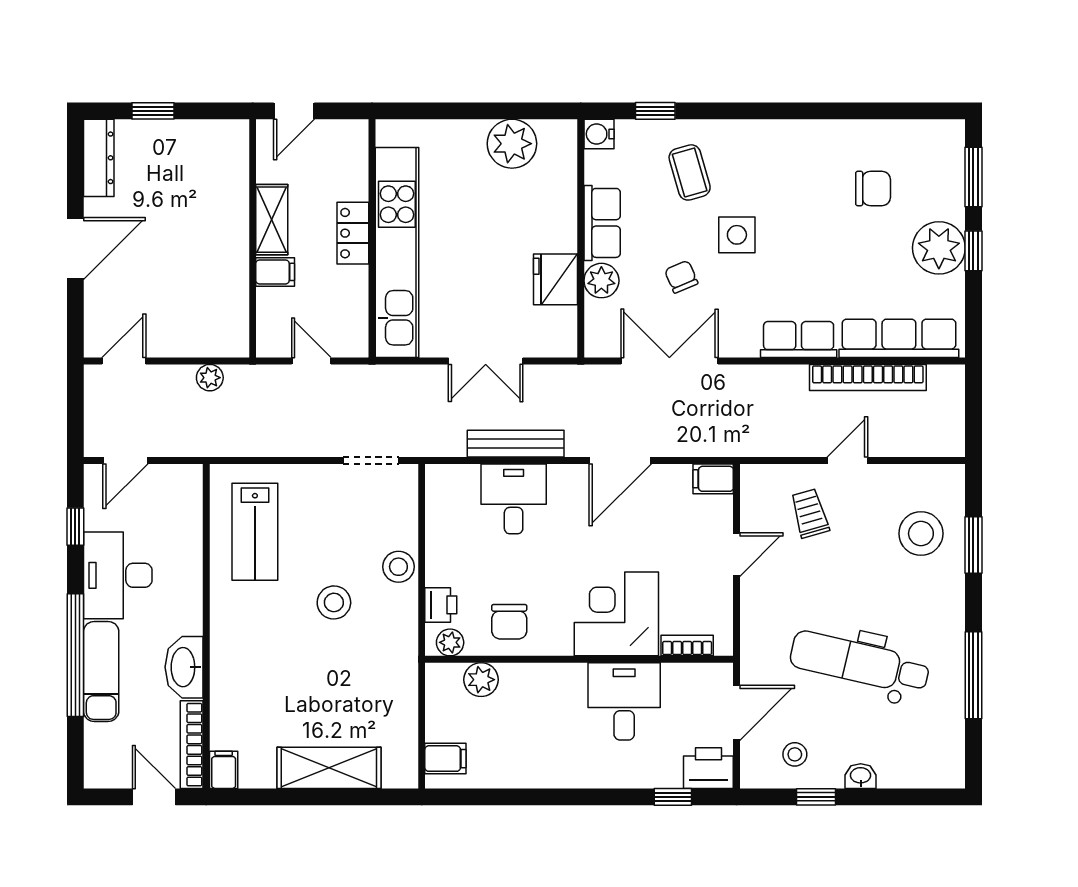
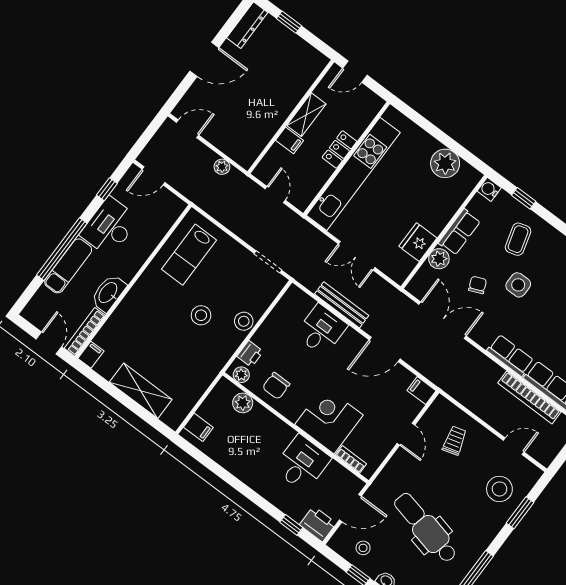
door: (847, 460) -> (514, 446), moved
door: (737, 555) -> (406, 434), hinge flipped

